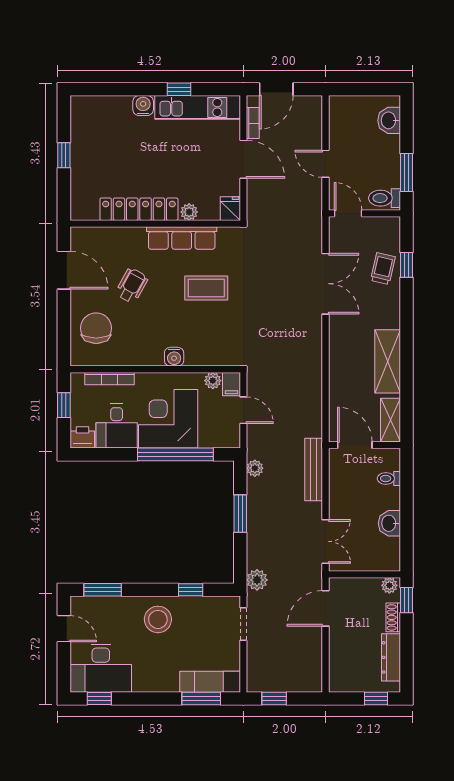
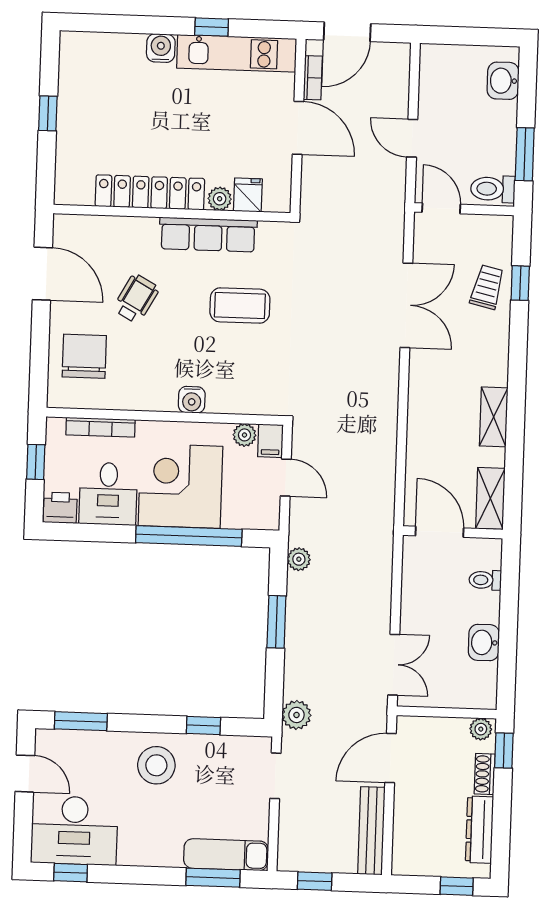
fridge: (230, 209) -> (248, 195), moved
shelving: (388, 361) -> (494, 417), width x0.67, depth x0.75
bench: (314, 470) -> (371, 831), moved

